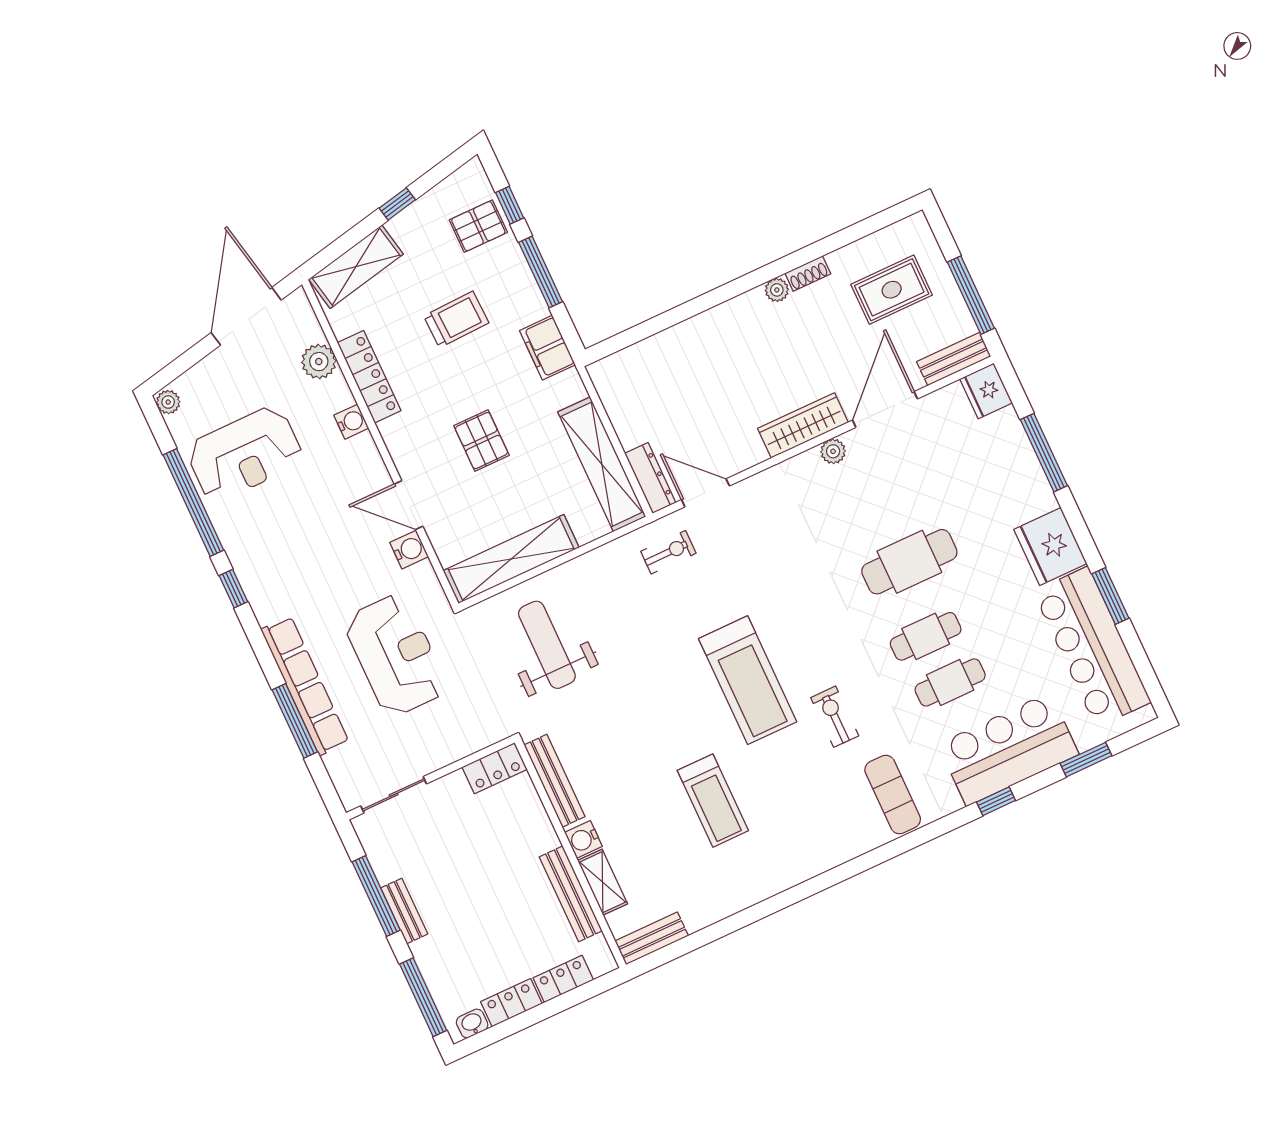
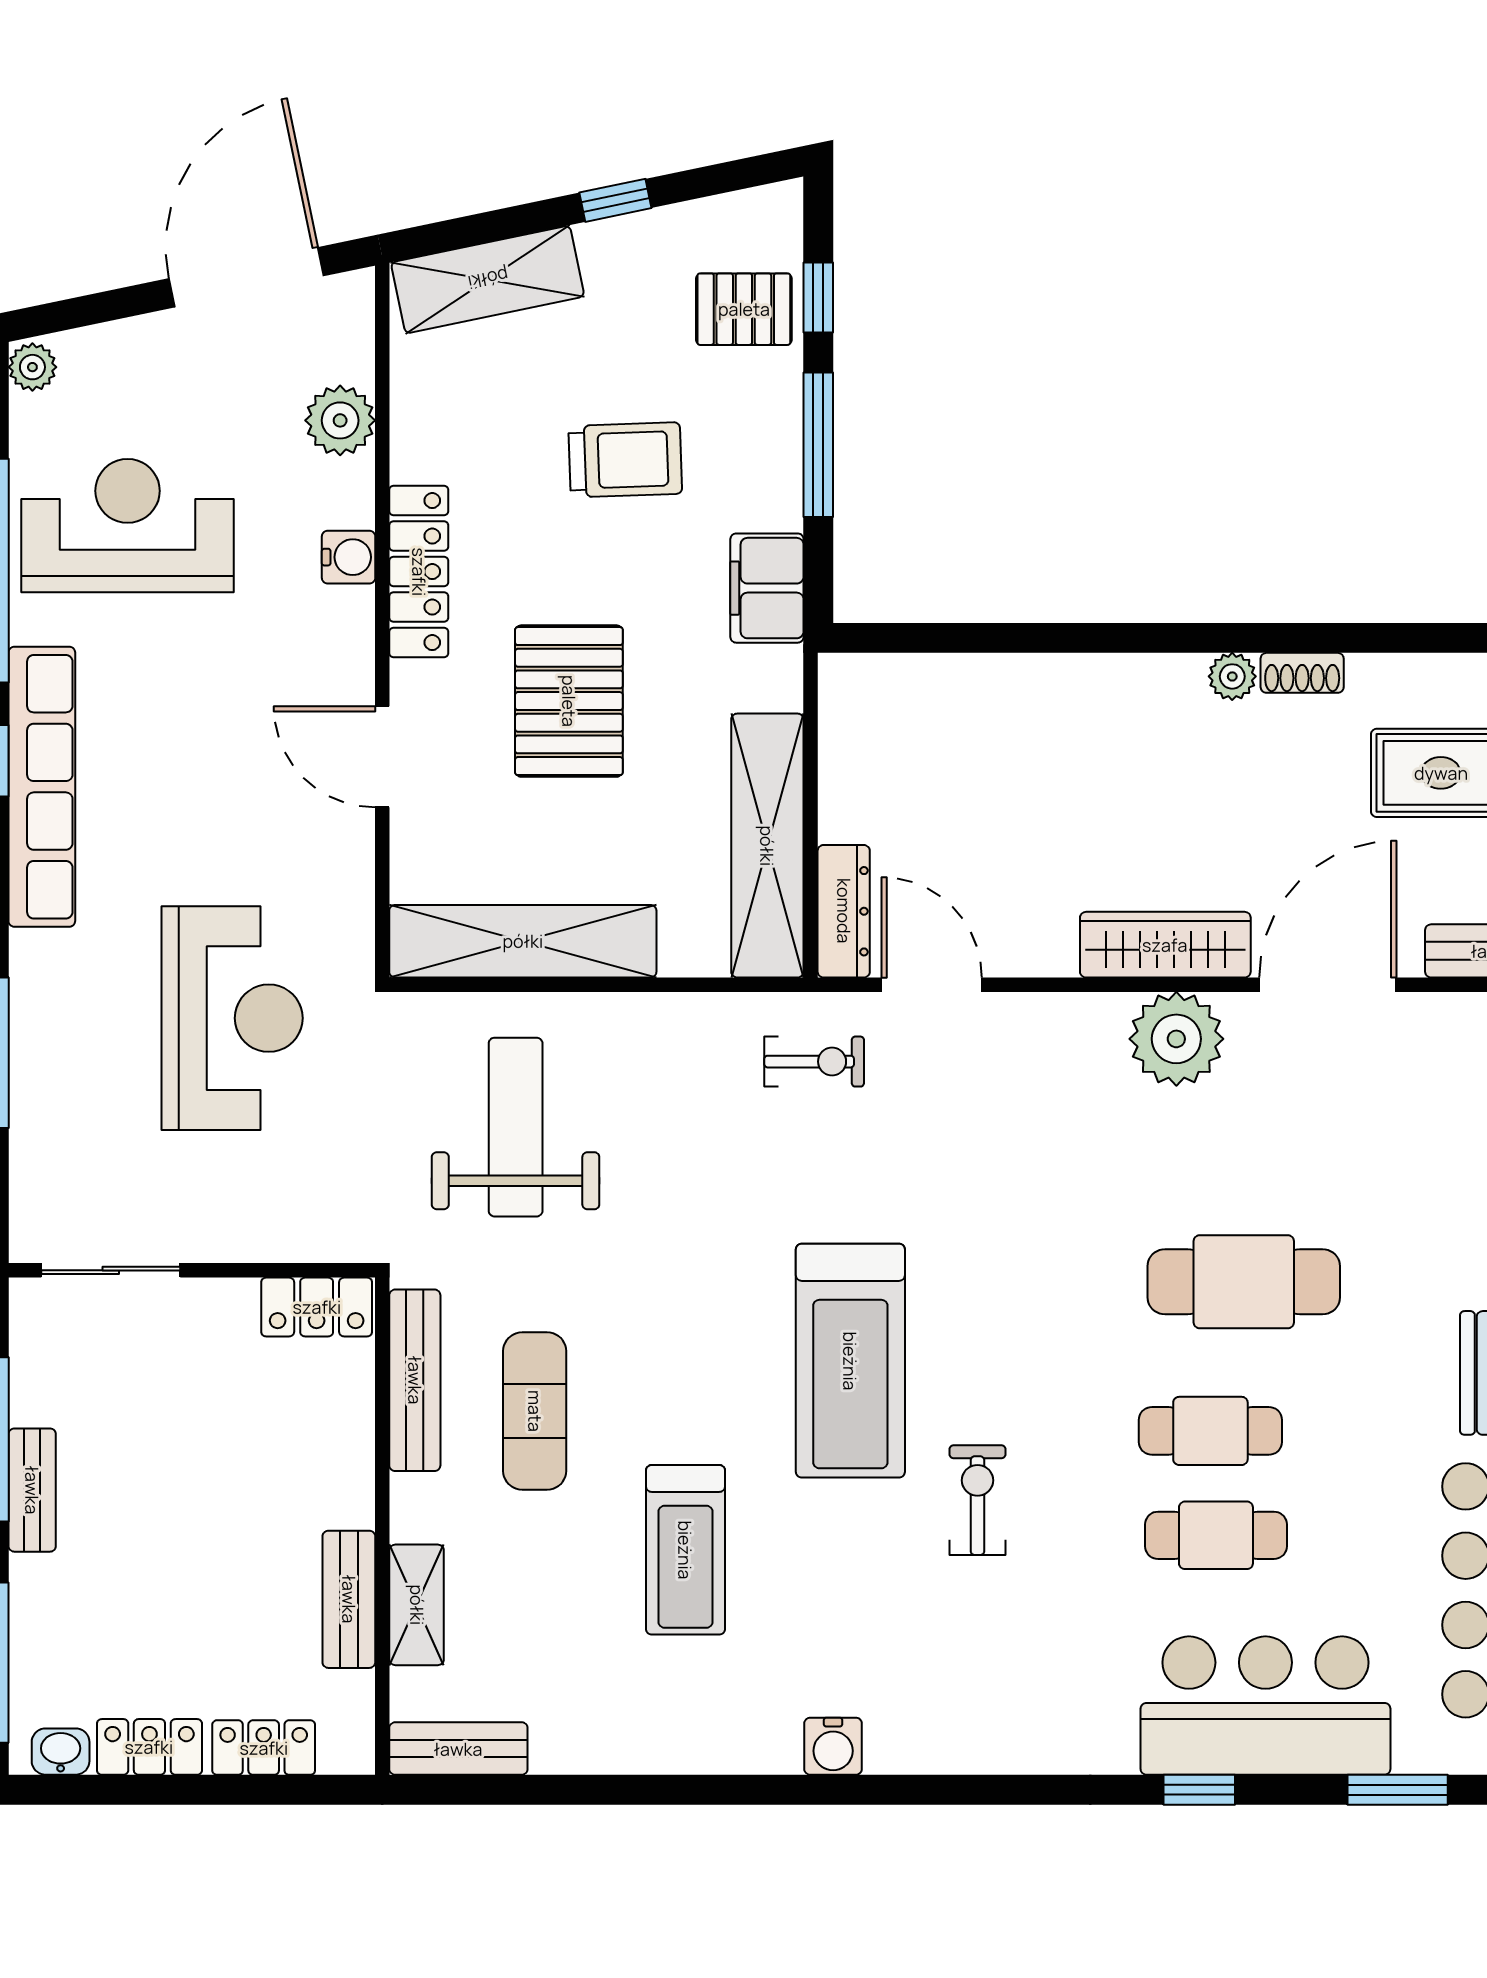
locker: (369, 377) -> (419, 572), moved
pallet: (481, 441) -> (569, 701), width x1.50, depth x1.42
plant: (833, 451) -> (1176, 1039), width x1.87, depth x1.87
reception desk: (245, 454) -> (128, 526), turned 180
water cooler: (409, 550) -> (346, 838), removed
row of seats: (305, 686) -> (42, 787), moved
exercise mat: (893, 795) -> (535, 1411), moved
water cooler: (583, 839) -> (833, 1746), moved, turned -90
bench: (571, 894) -> (349, 1599), width x0.73

